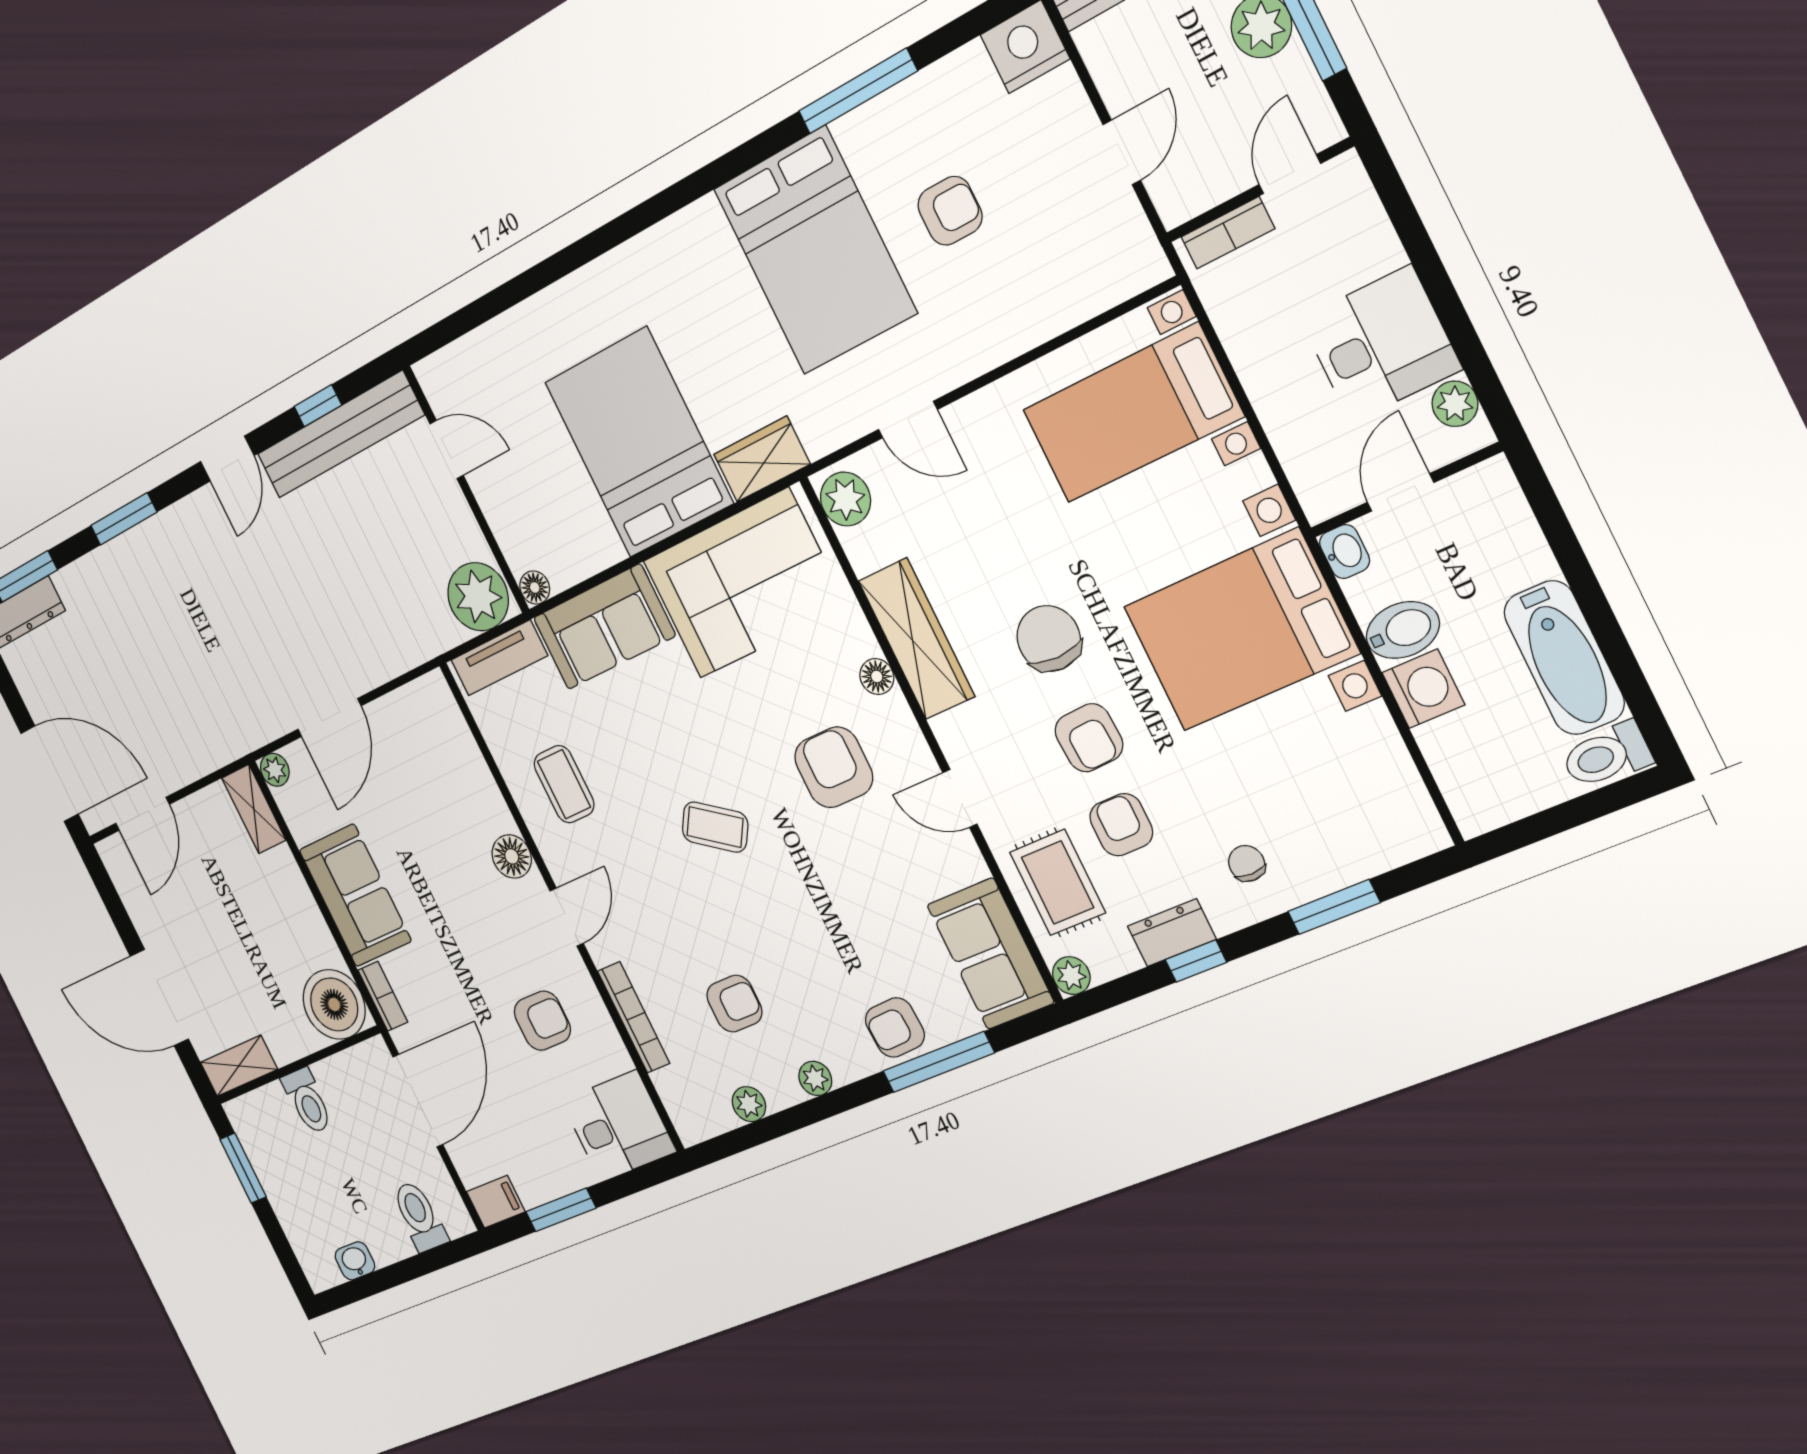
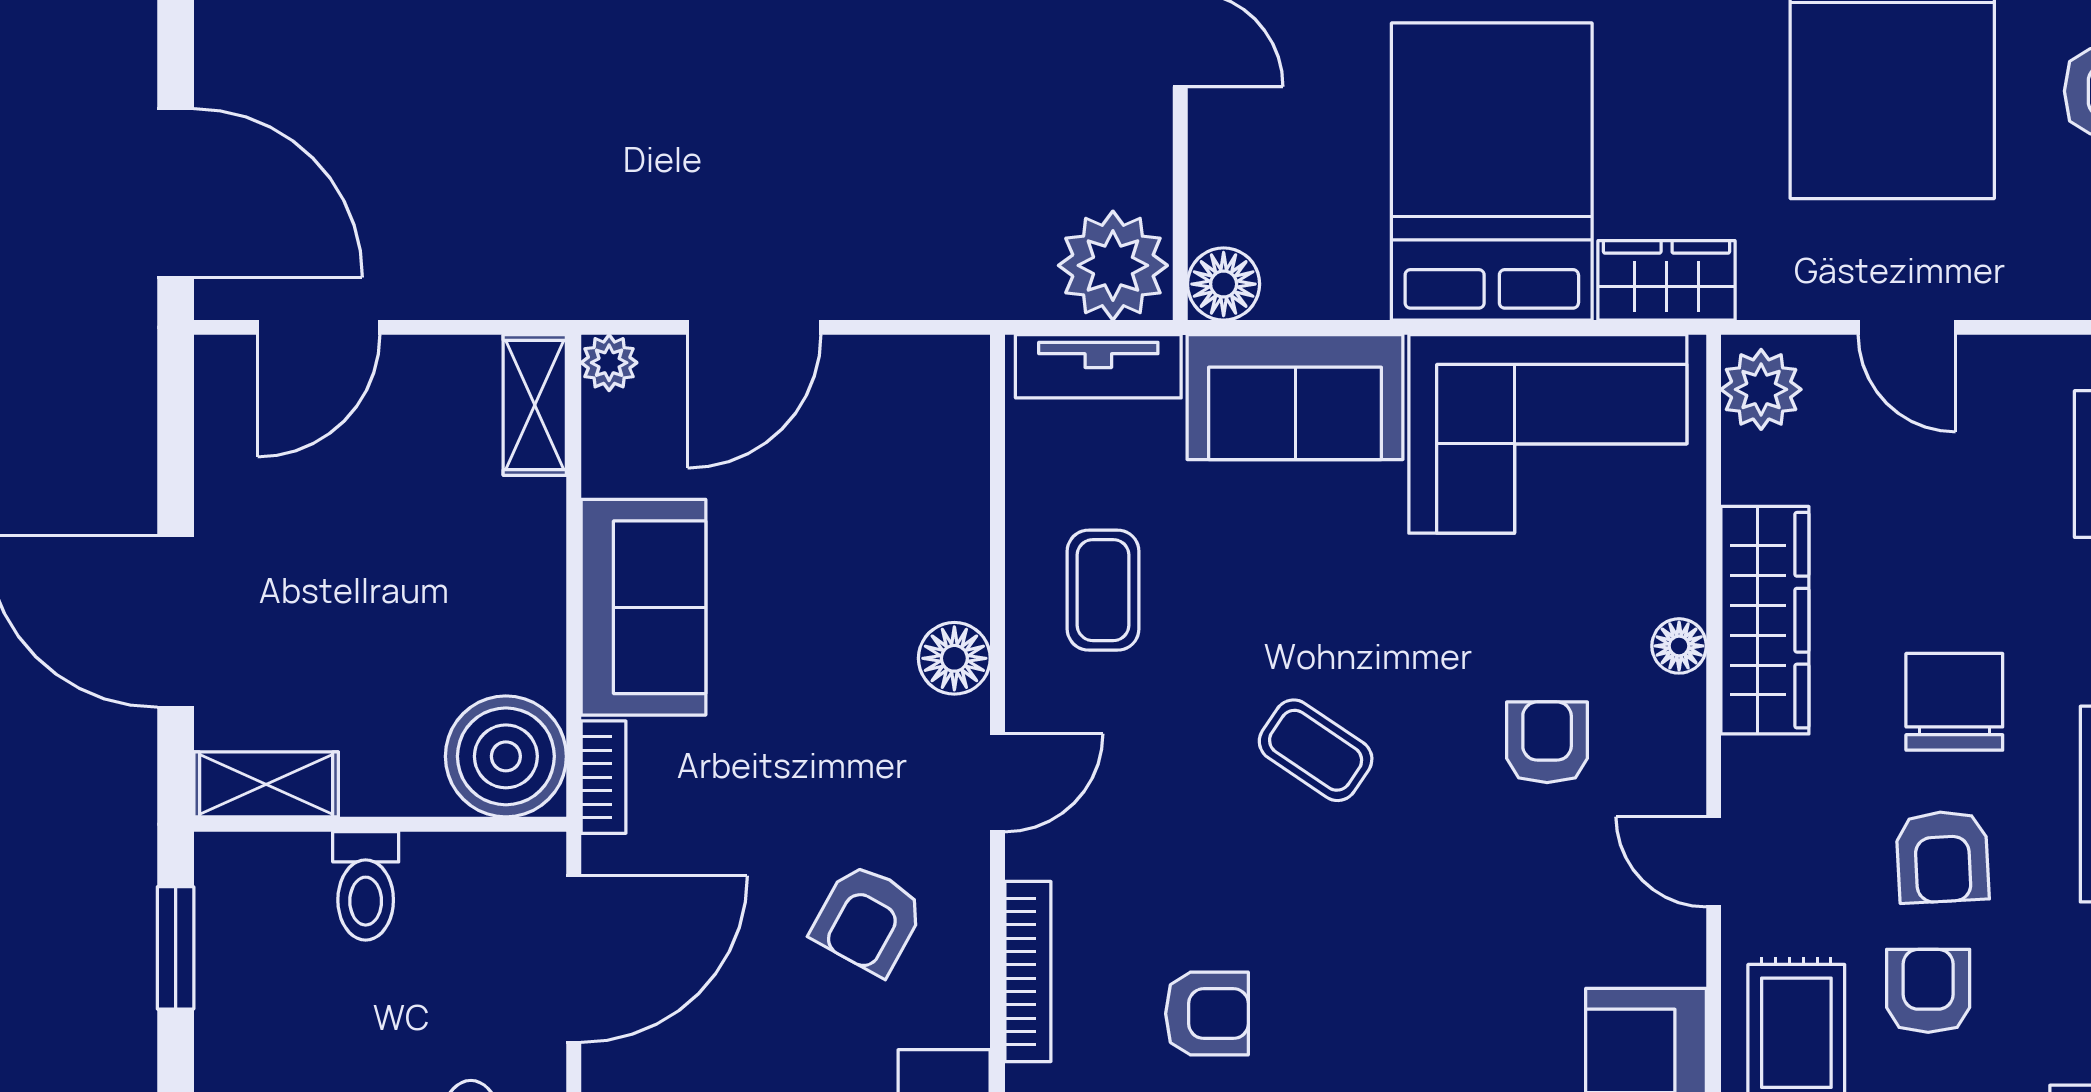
floor lamp: (535, 587) -> (1224, 284), width x1.37, depth x1.37
armchair: (834, 767) -> (1547, 742), width x0.72, depth x0.72
armchair: (542, 1021) -> (868, 919), turned 119

